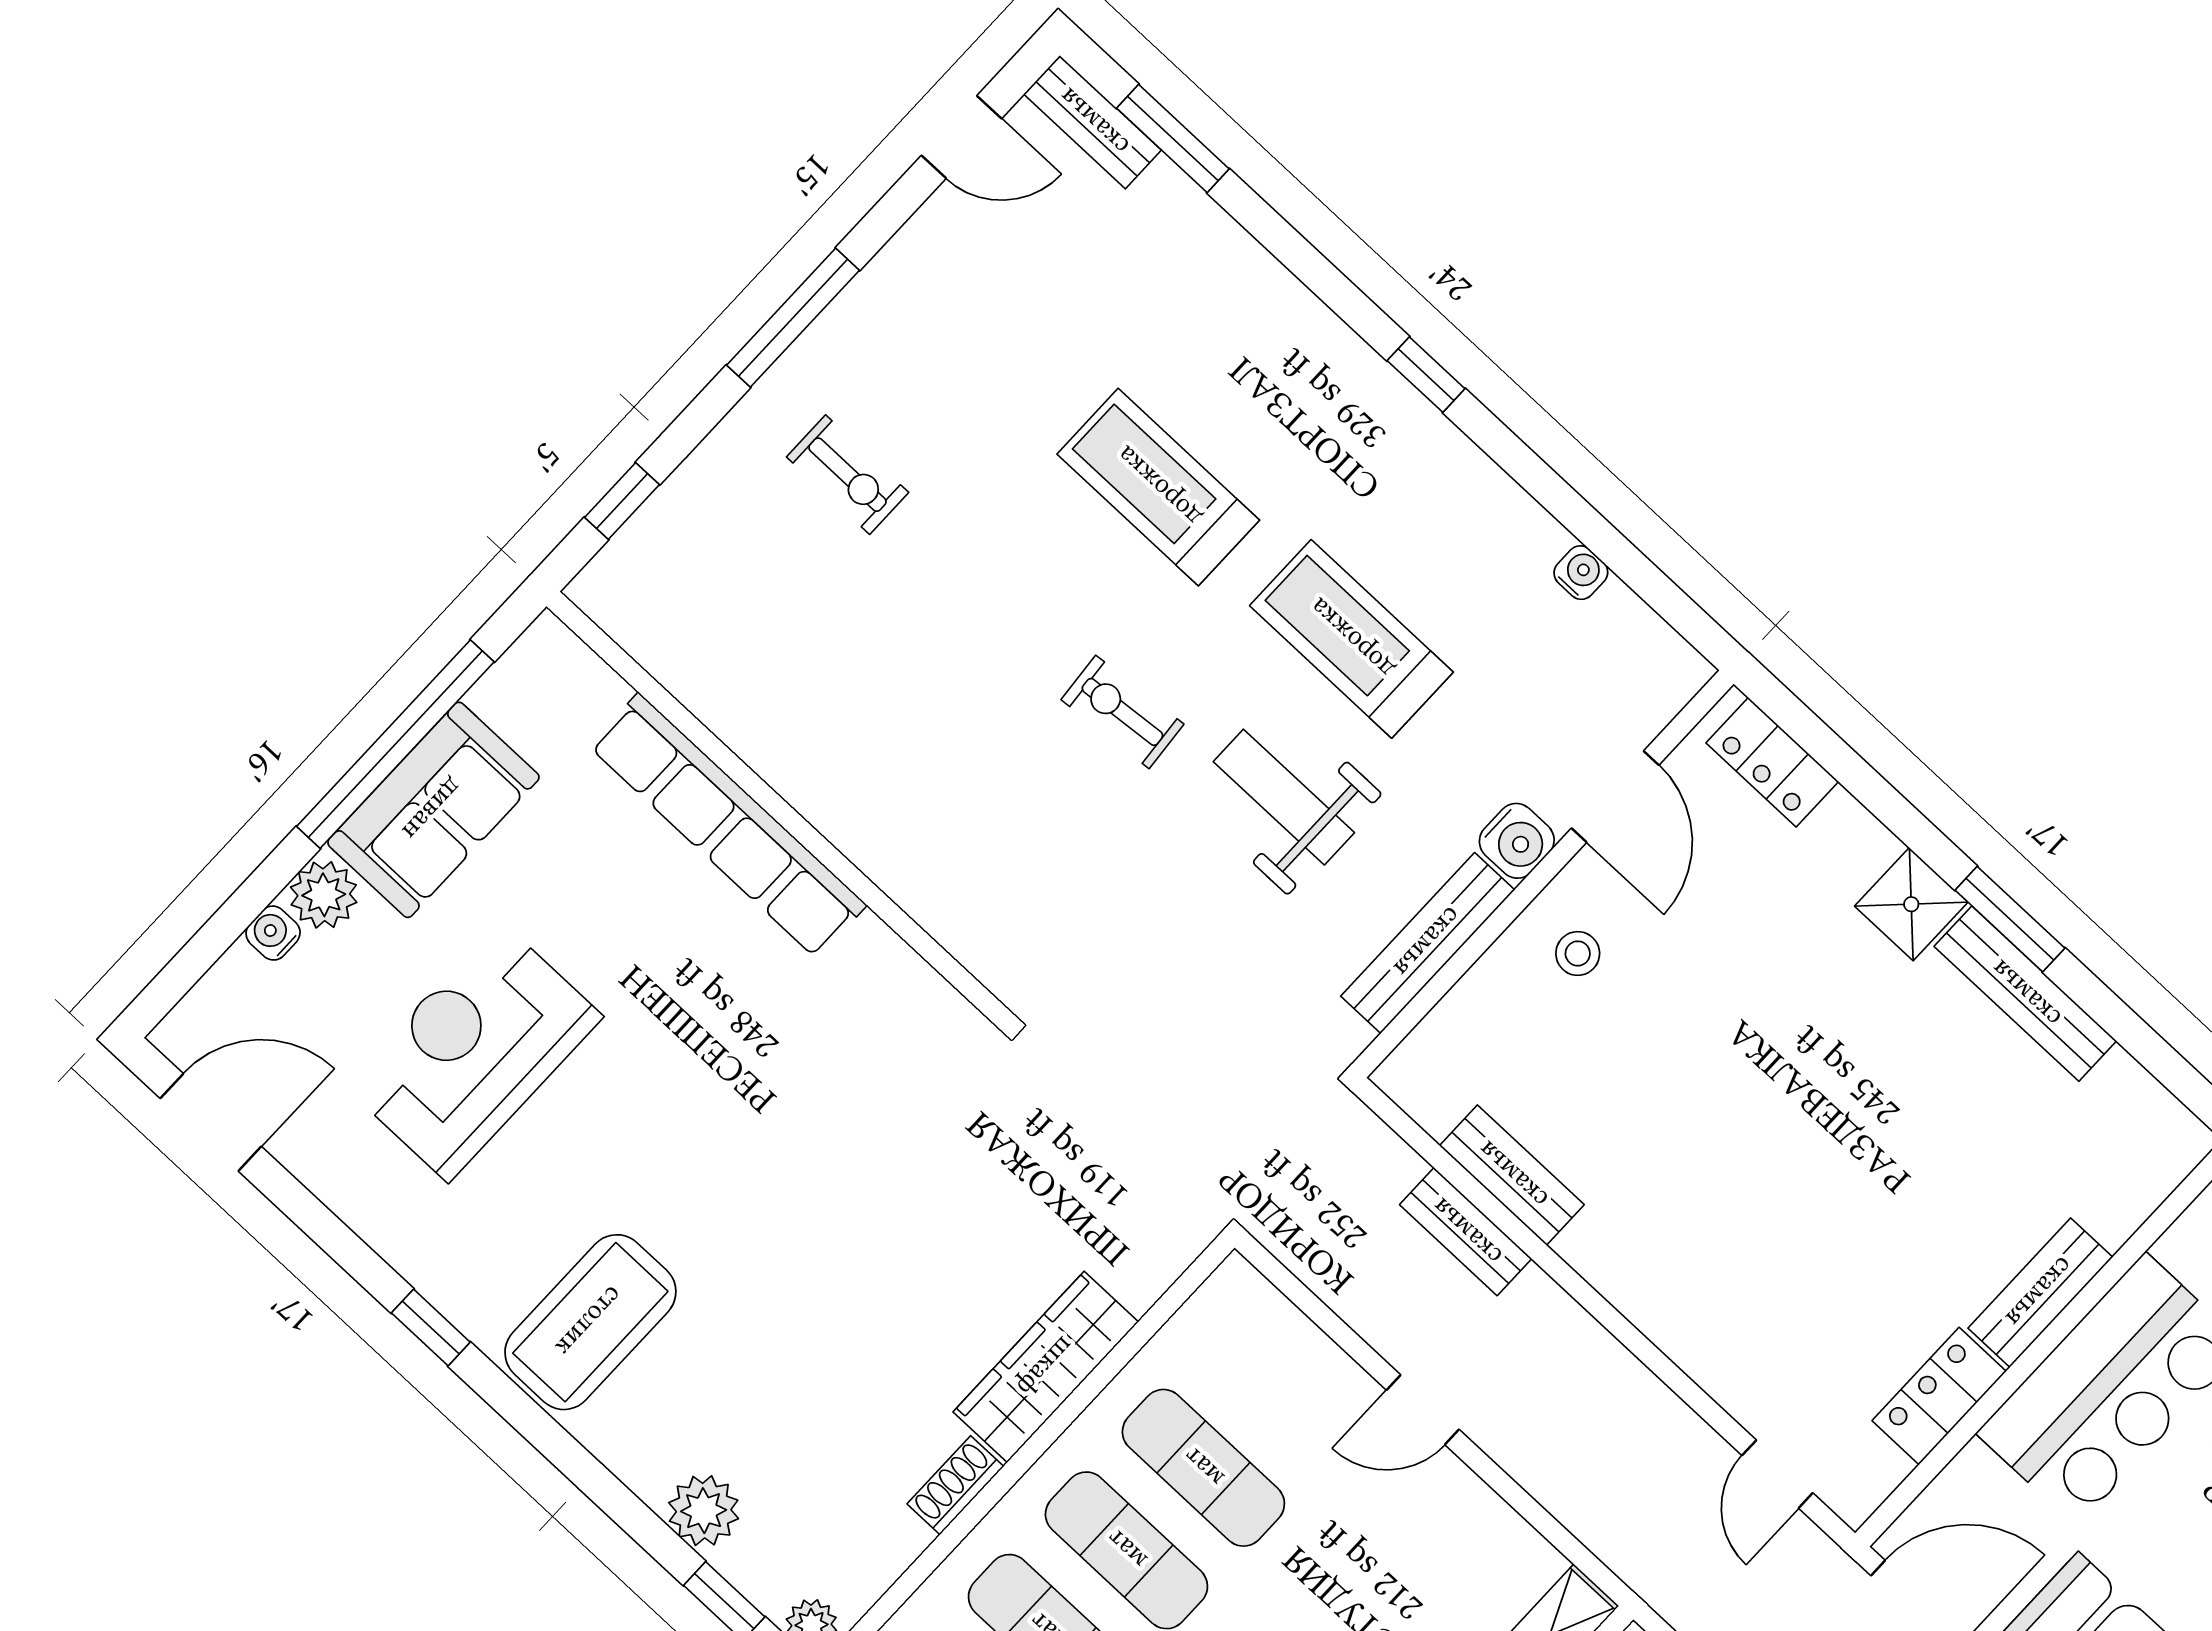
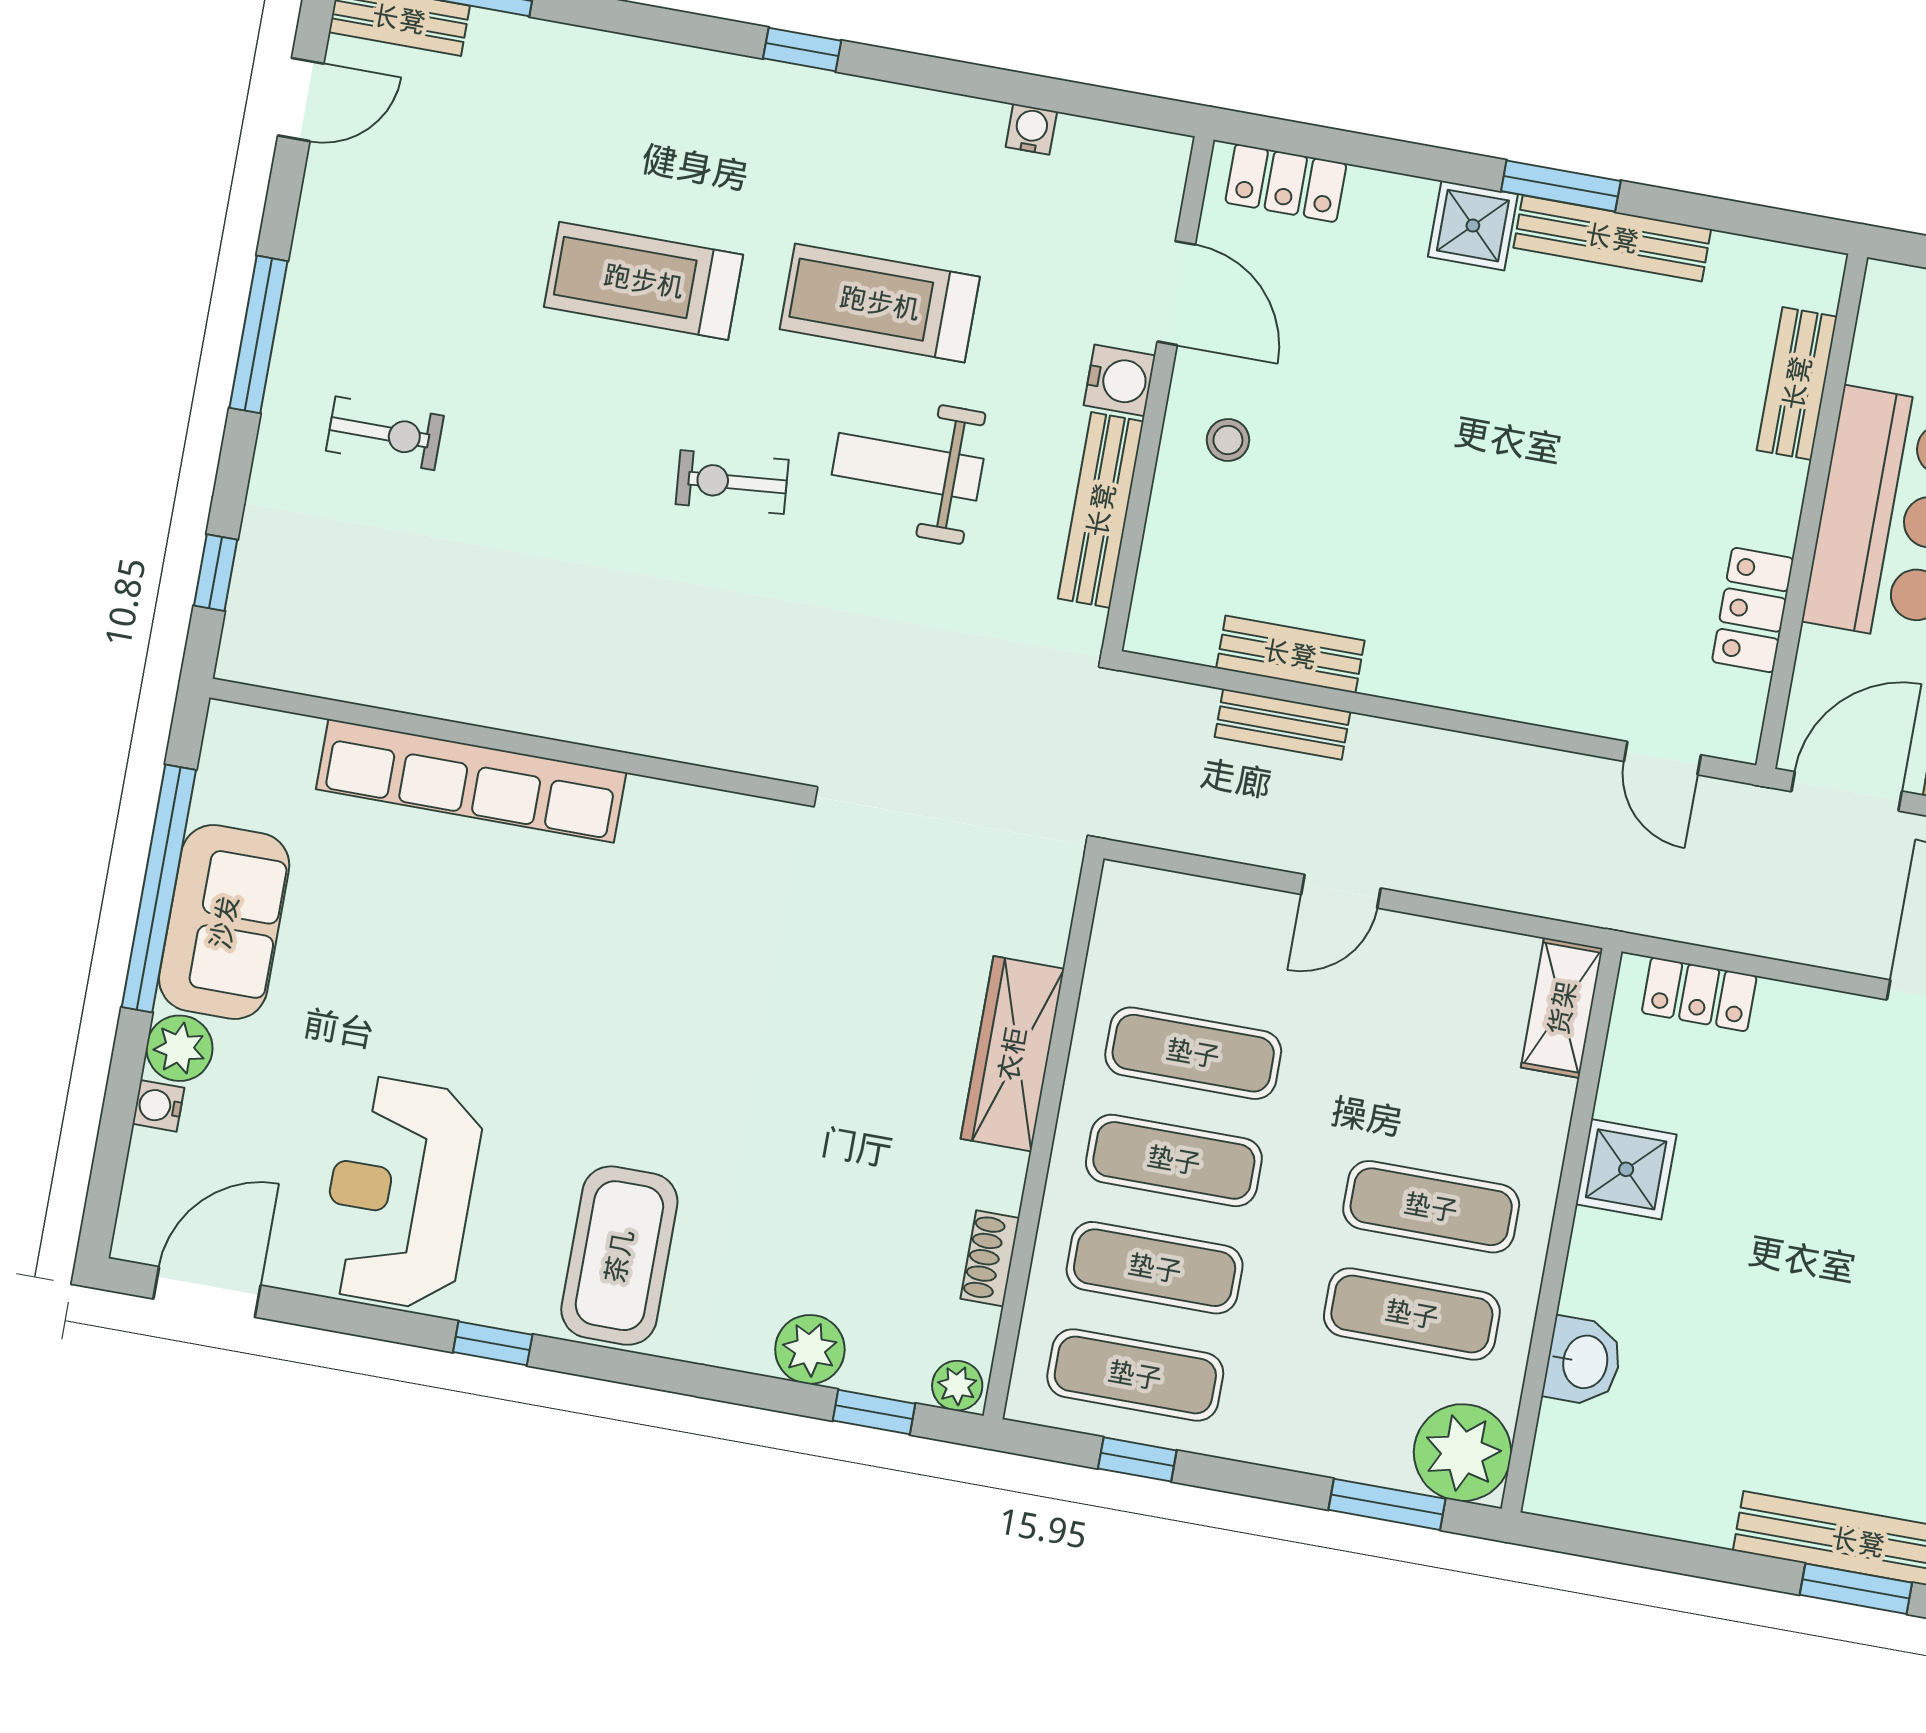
reception desk: (474, 1051) -> (400, 1193), moved
bench: (2040, 1293) -> (1797, 383), moved
shoe rack: (955, 1485) -> (990, 1258), moved

